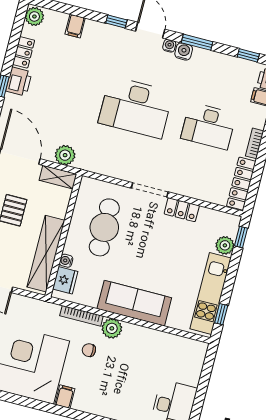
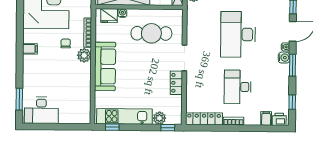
filing cabinet: (65, 397) -> (30, 49), moved

